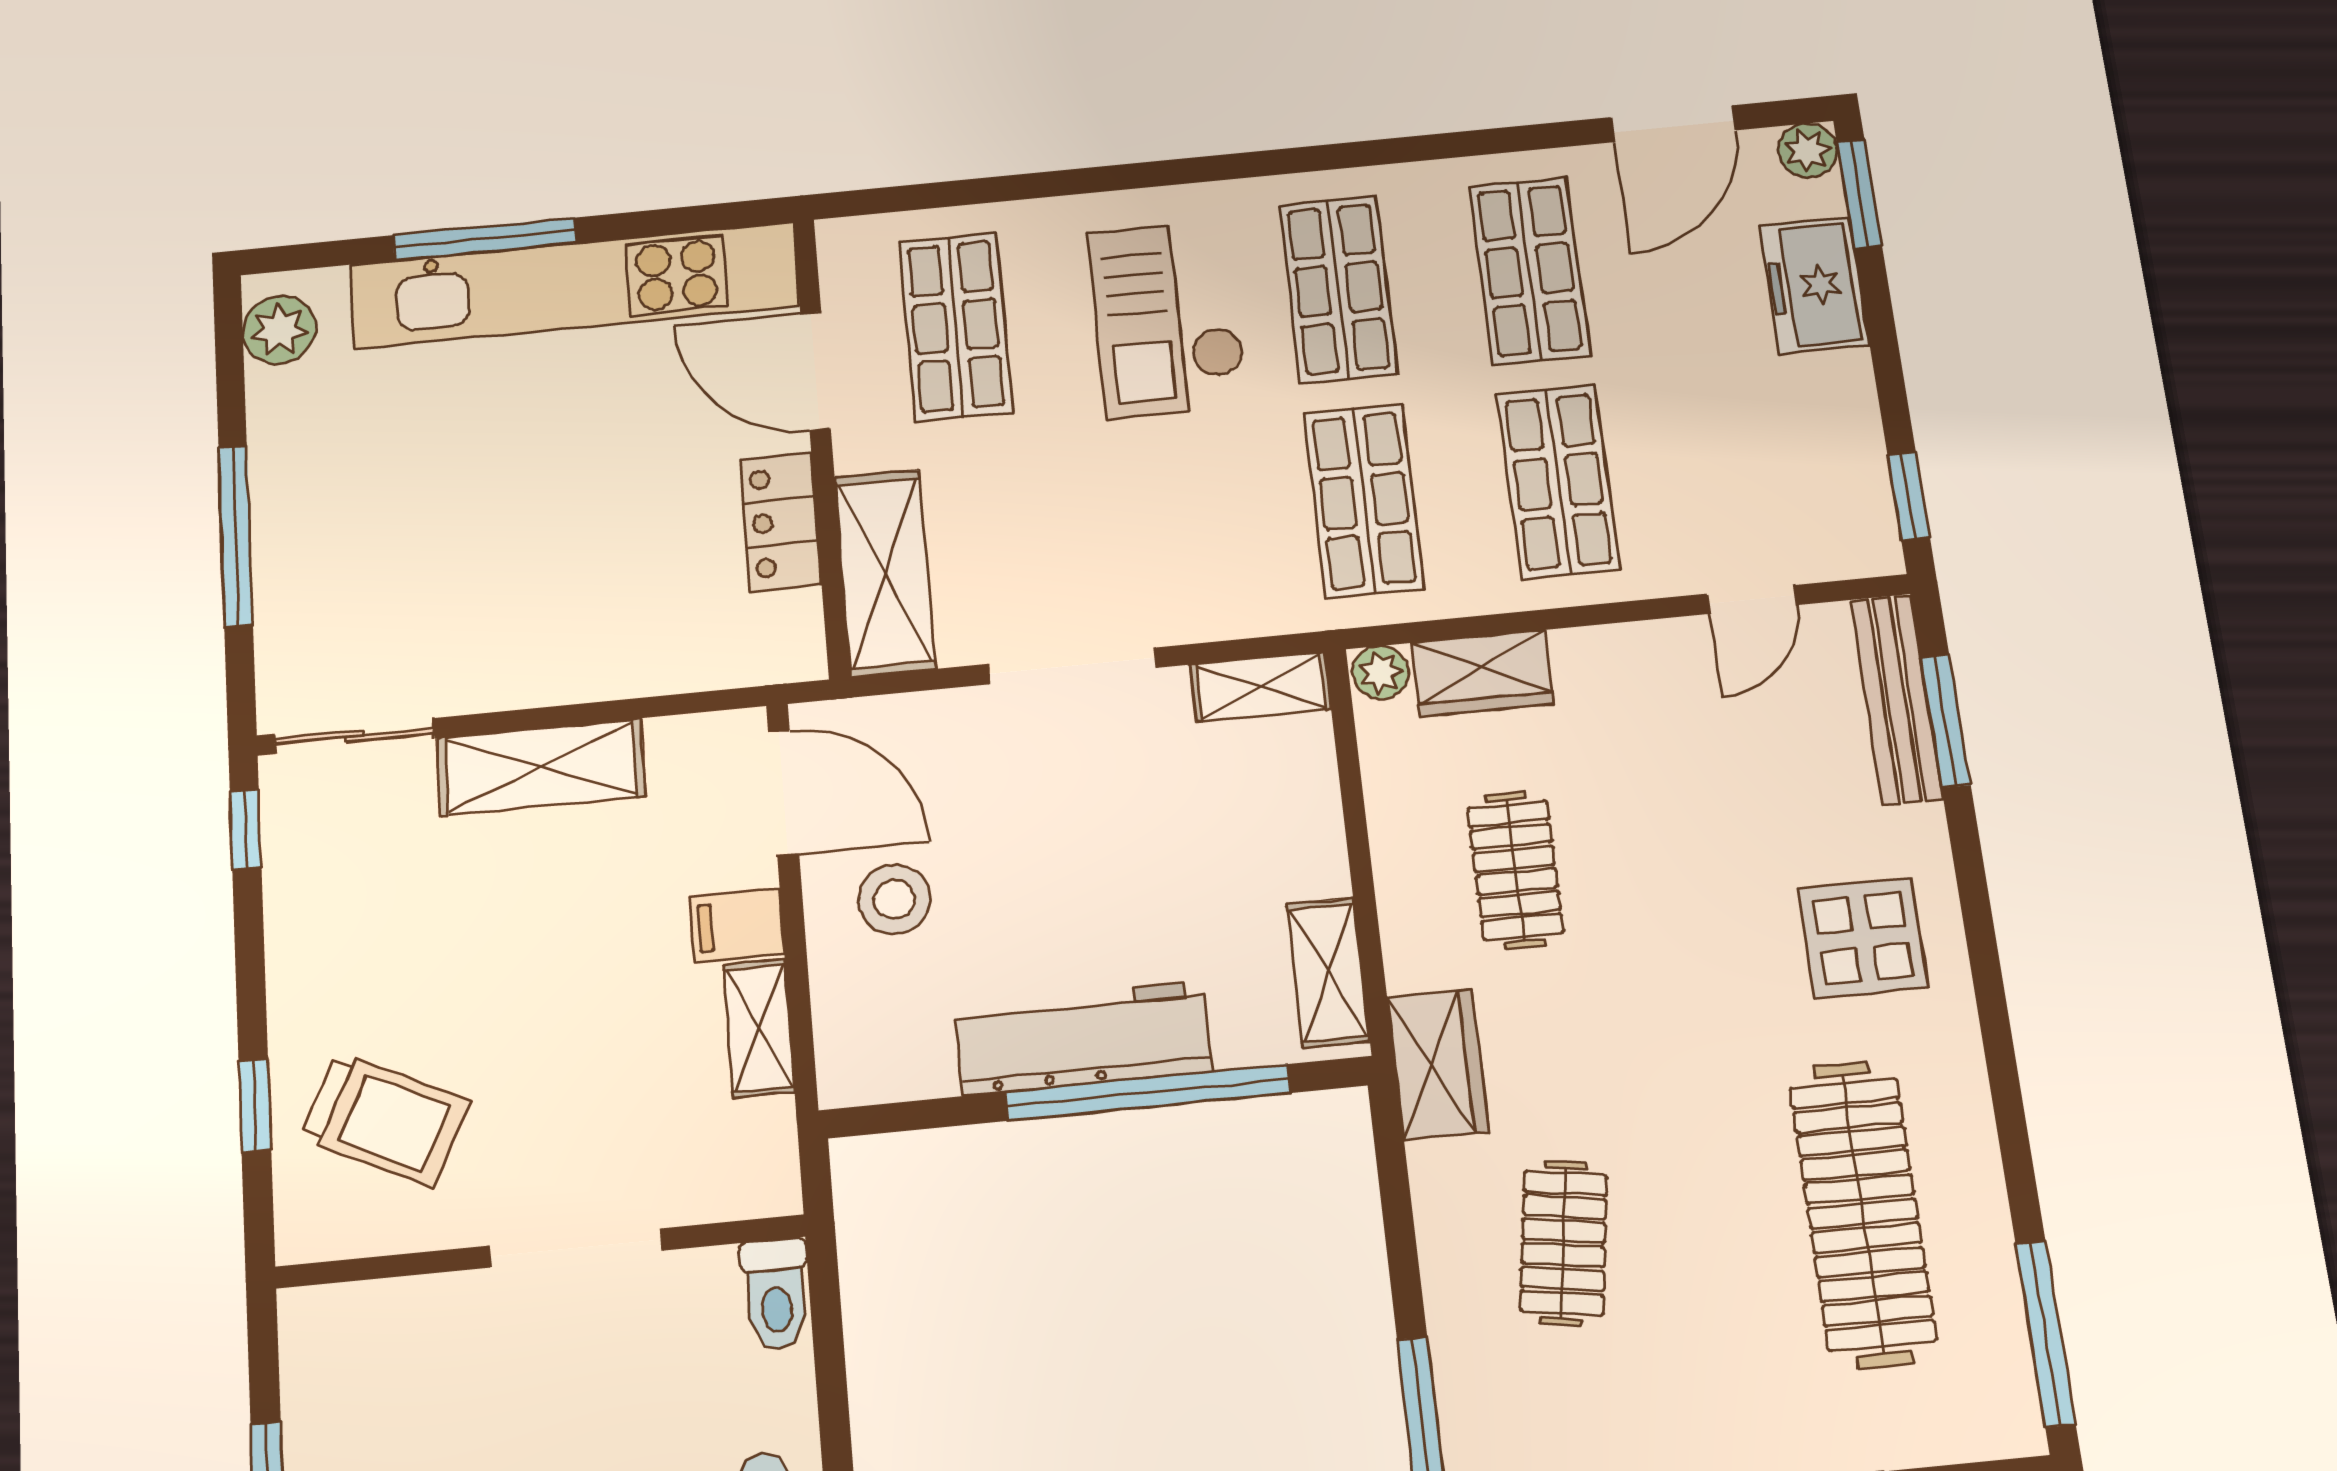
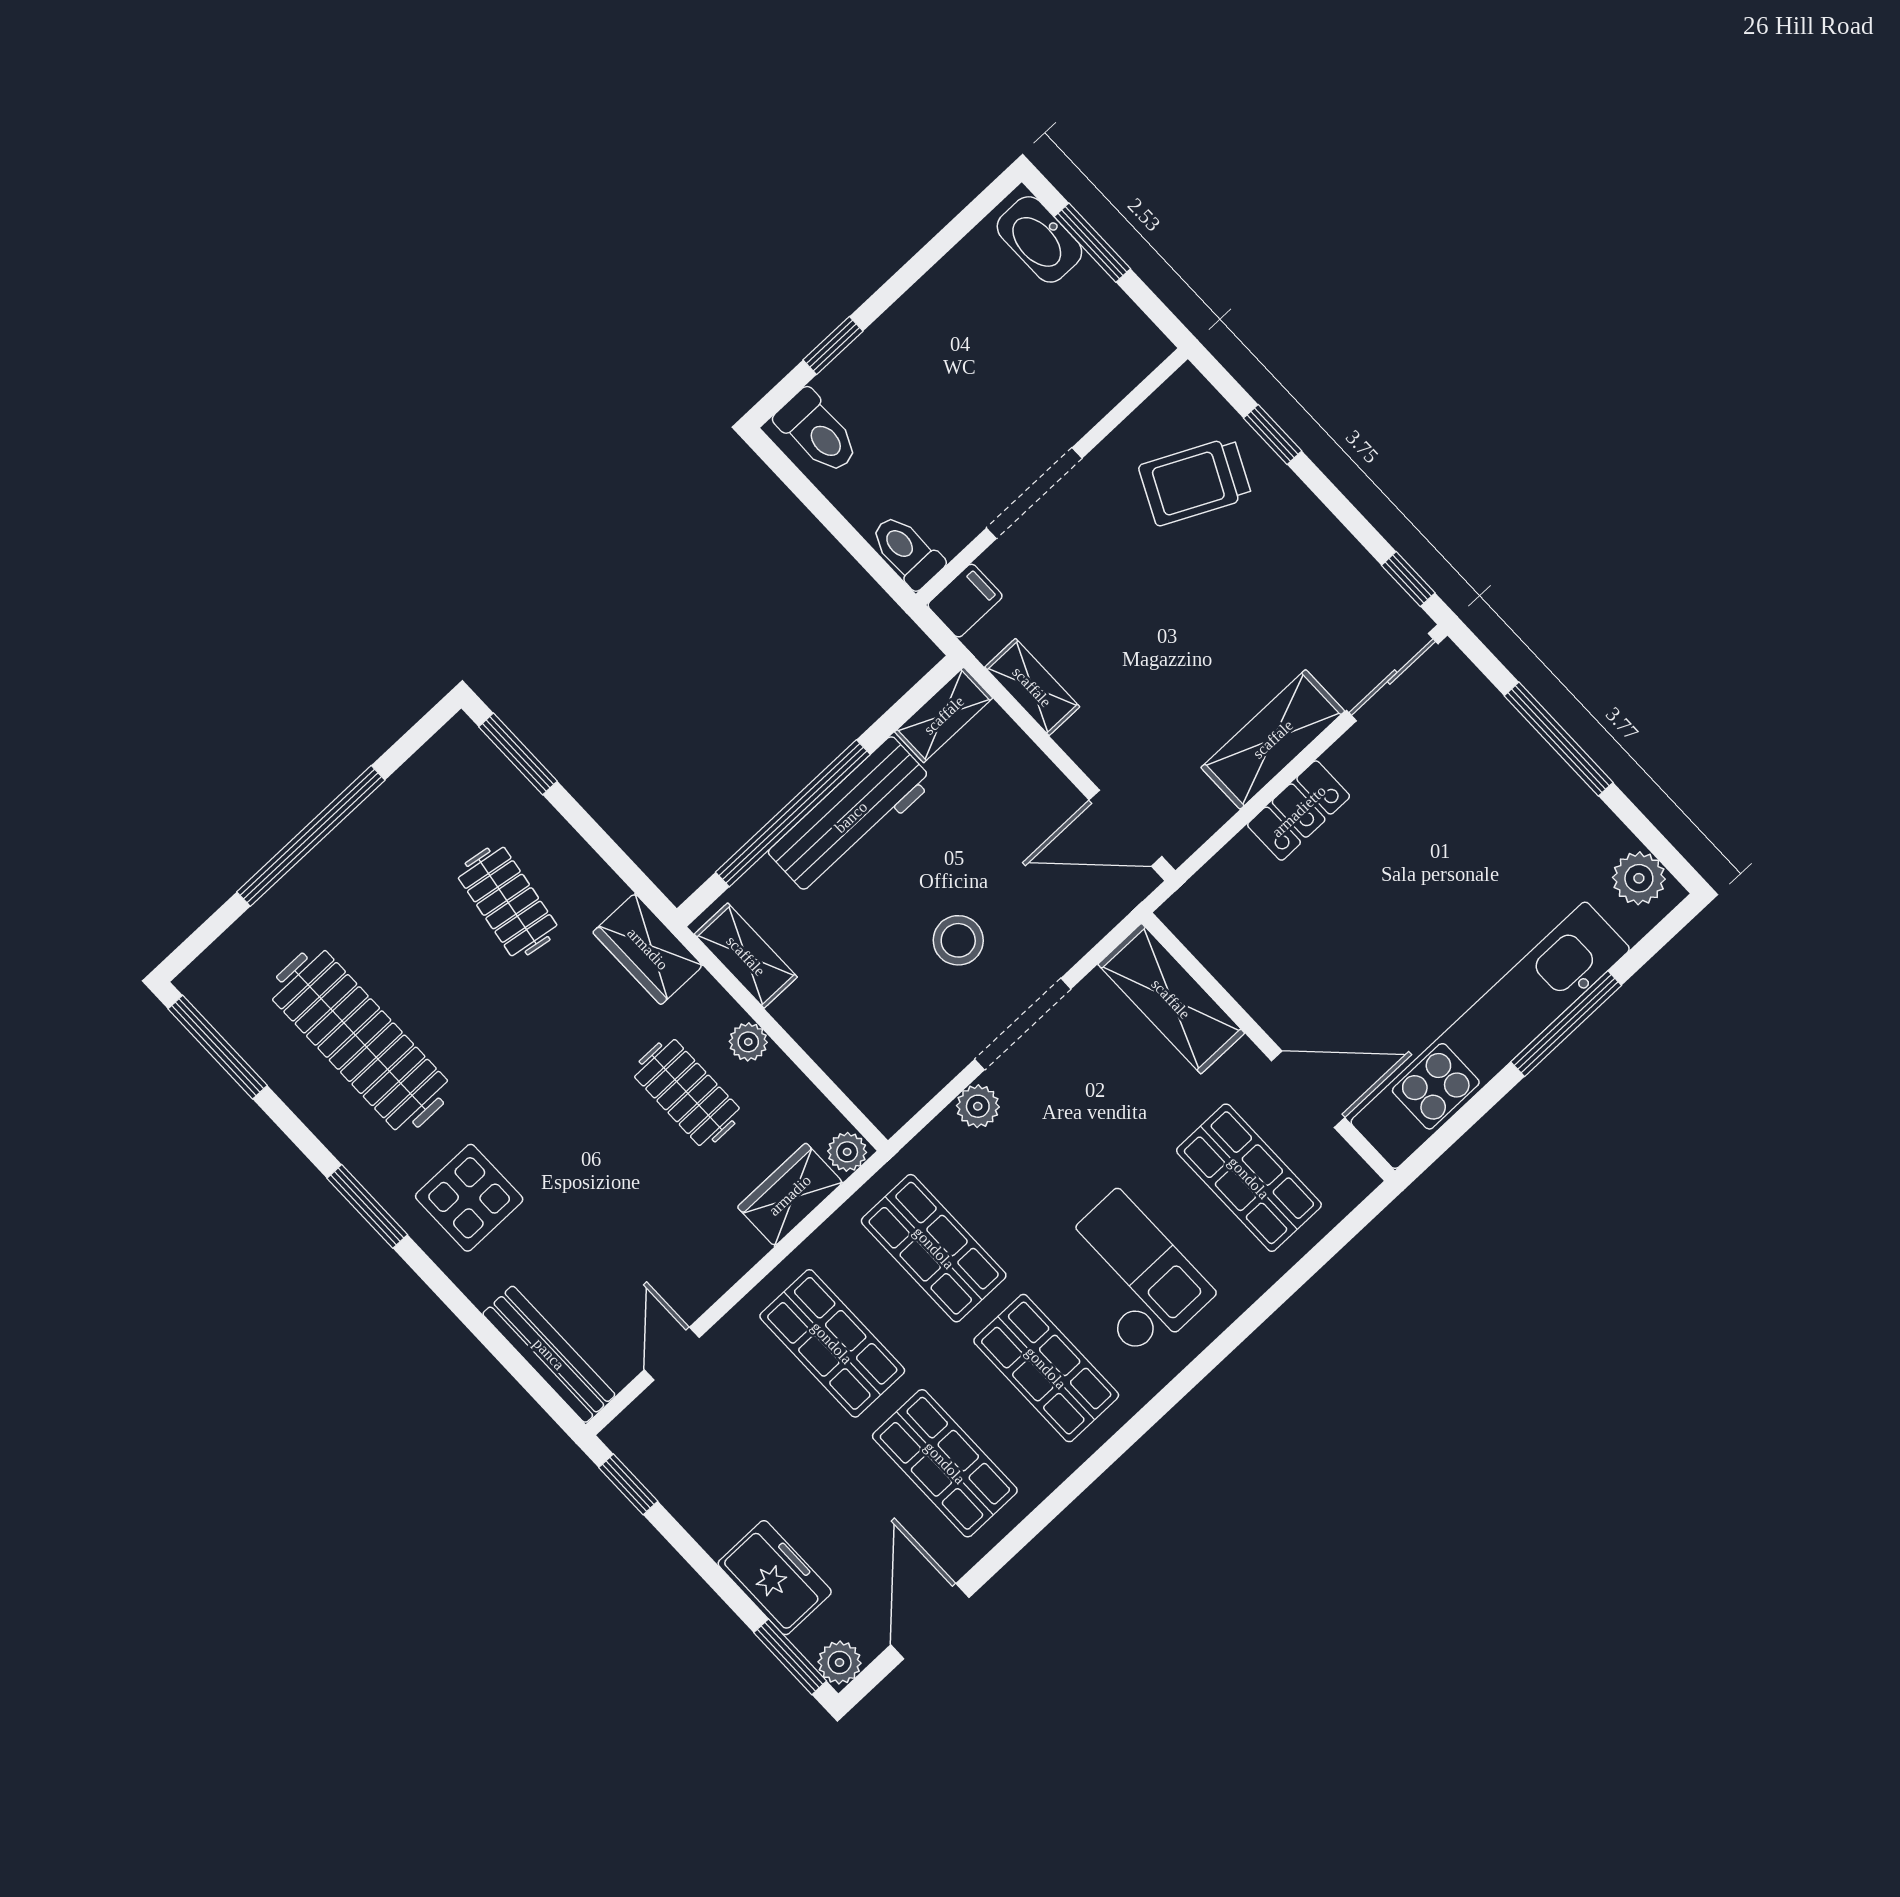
locker: (781, 522) -> (1299, 811), moved, turned 90
plant: (1193, 615) -> (978, 1106), added
shelving: (1260, 687) -> (944, 715), moved
window: (1945, 721) -> (367, 1206), moved
plant: (1400, 874) -> (748, 1042), added
stool: (894, 899) -> (958, 940), moved
filing cabinet: (737, 925) -> (965, 601), moved

